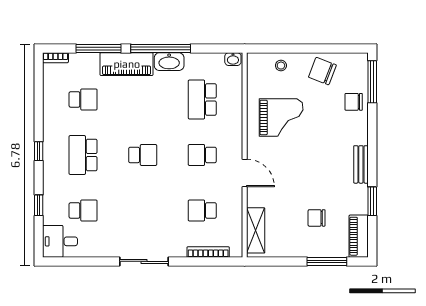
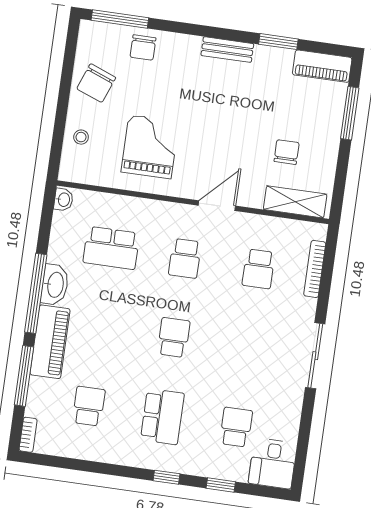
window: (39, 151) -> (167, 477), moved
school desk: (83, 155) -> (162, 417), turned -90
chair: (317, 218) -> (287, 152), moved, turned 180

